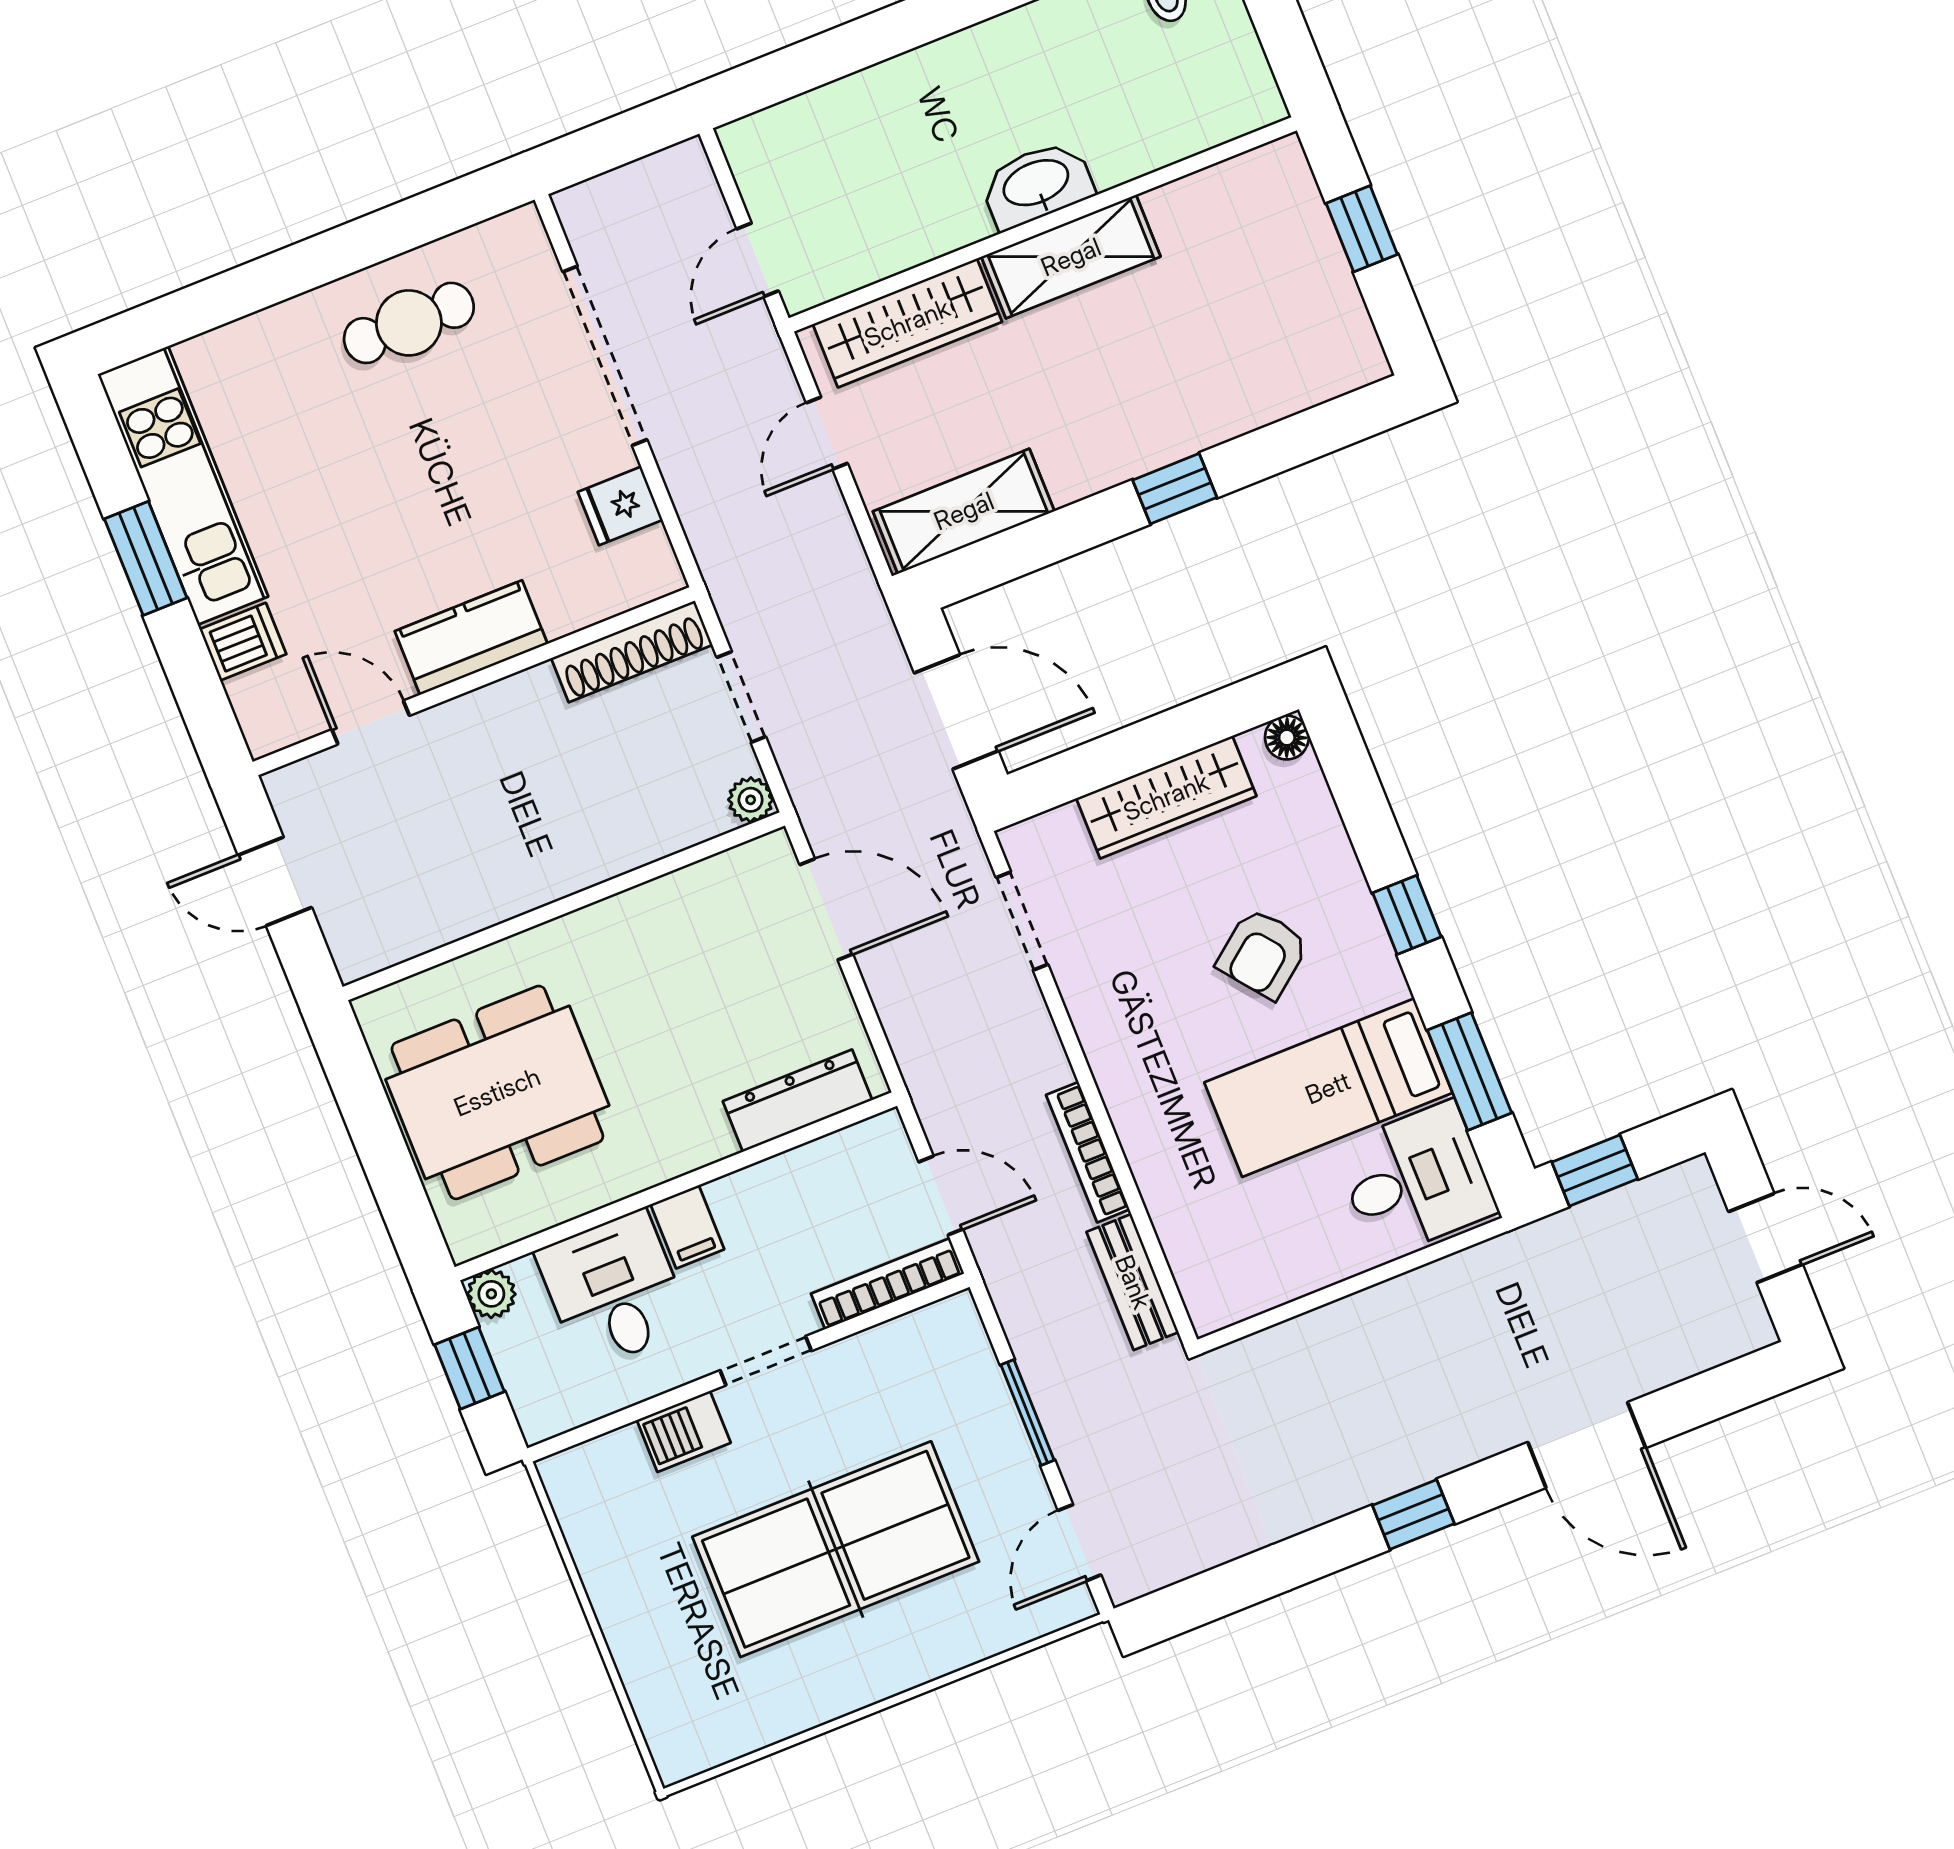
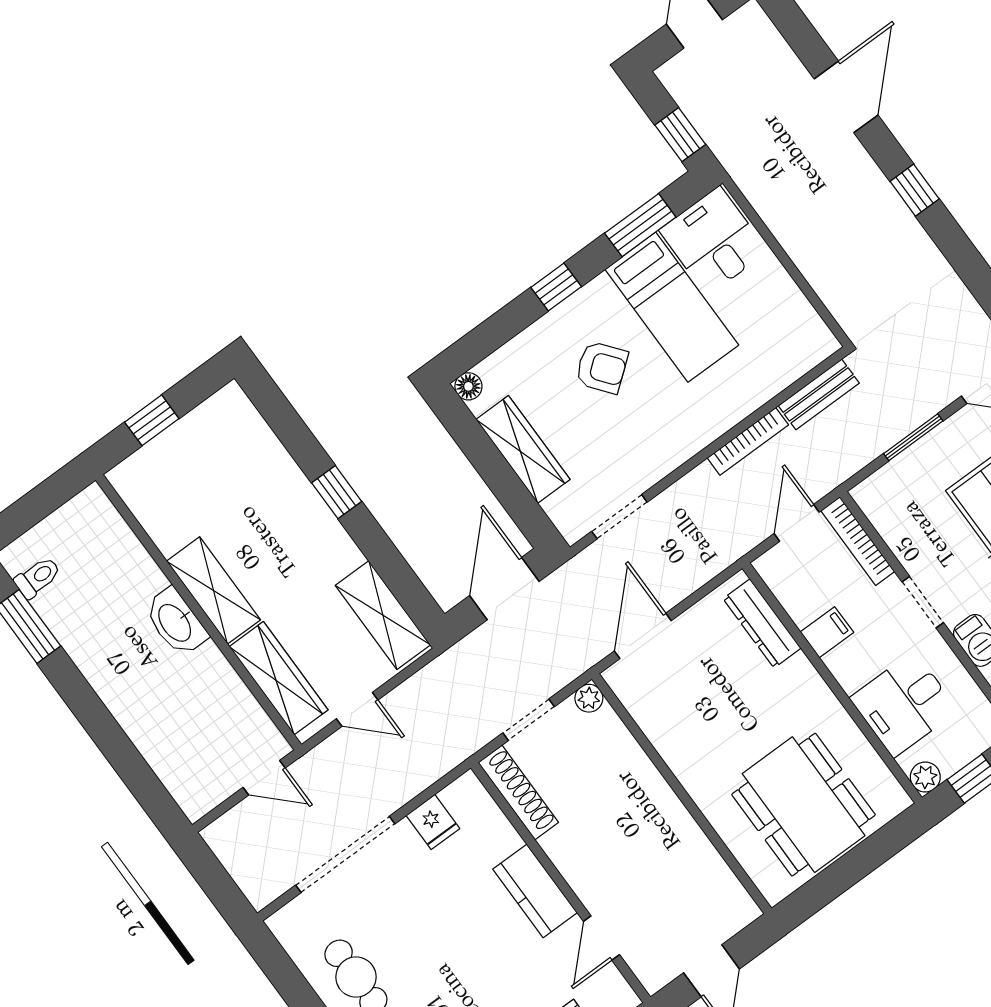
filing cabinet: (687, 1227) -> (827, 632), moved

